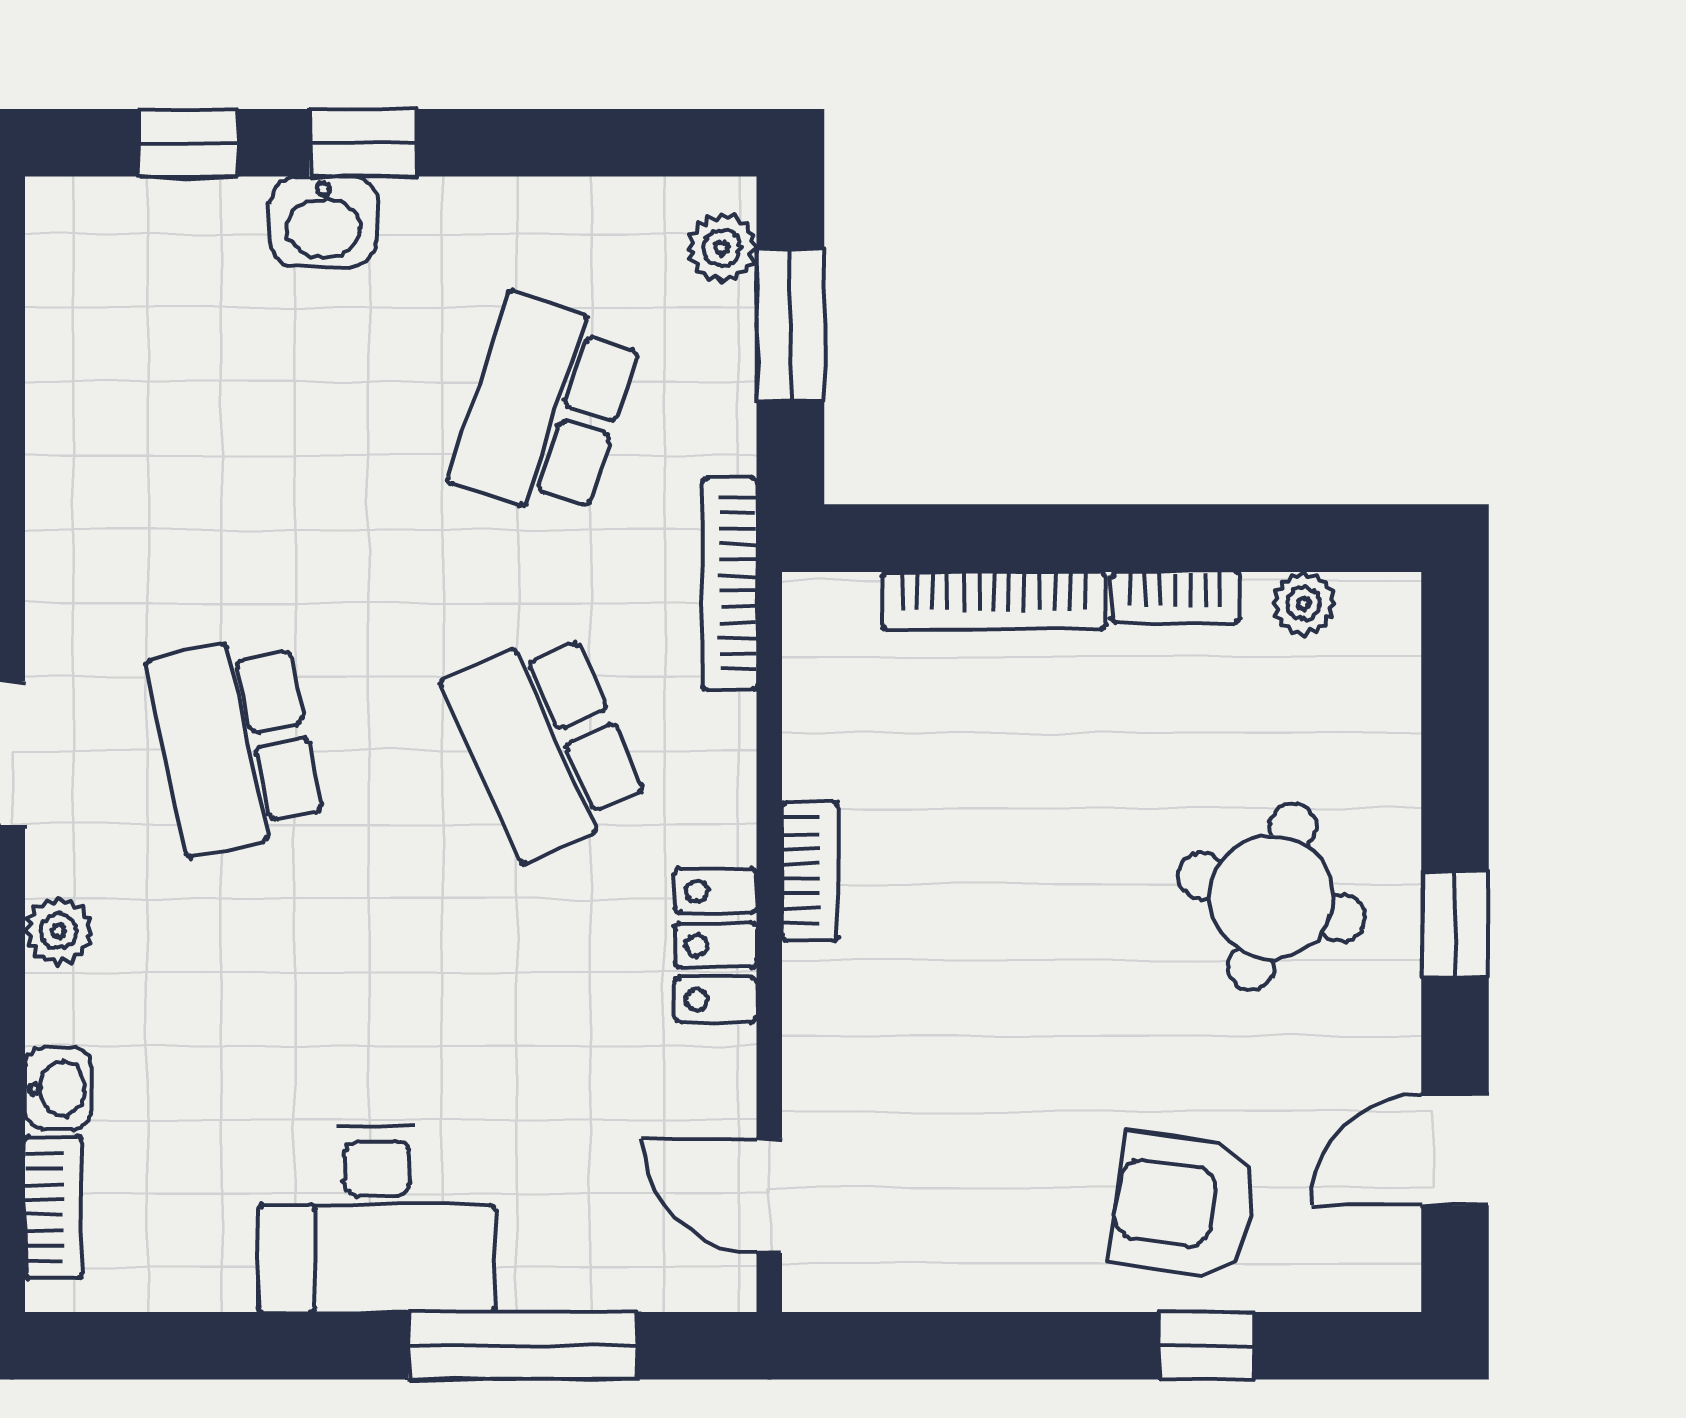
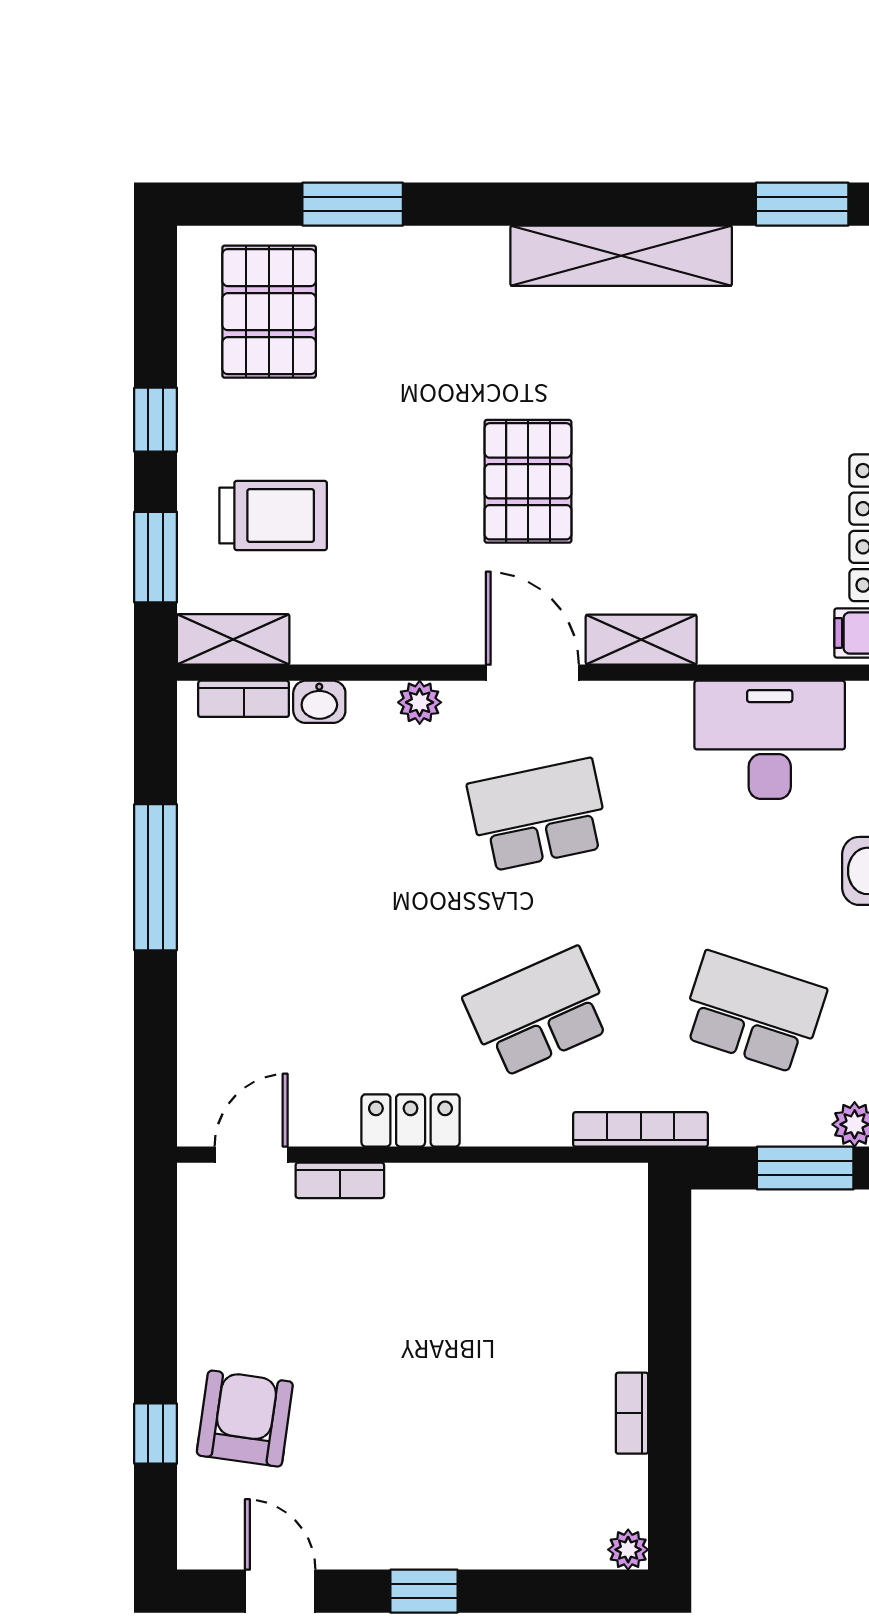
bookcase: (994, 600) -> (630, 1297), removed
plant: (1304, 603) -> (628, 1550), moved
bookcase: (810, 871) -> (340, 1180), moved
round table: (1272, 897) -> (441, 1474), removed
desk: (377, 1219) -> (770, 740), moved, turned 90
window: (523, 1346) -> (156, 877), moved

